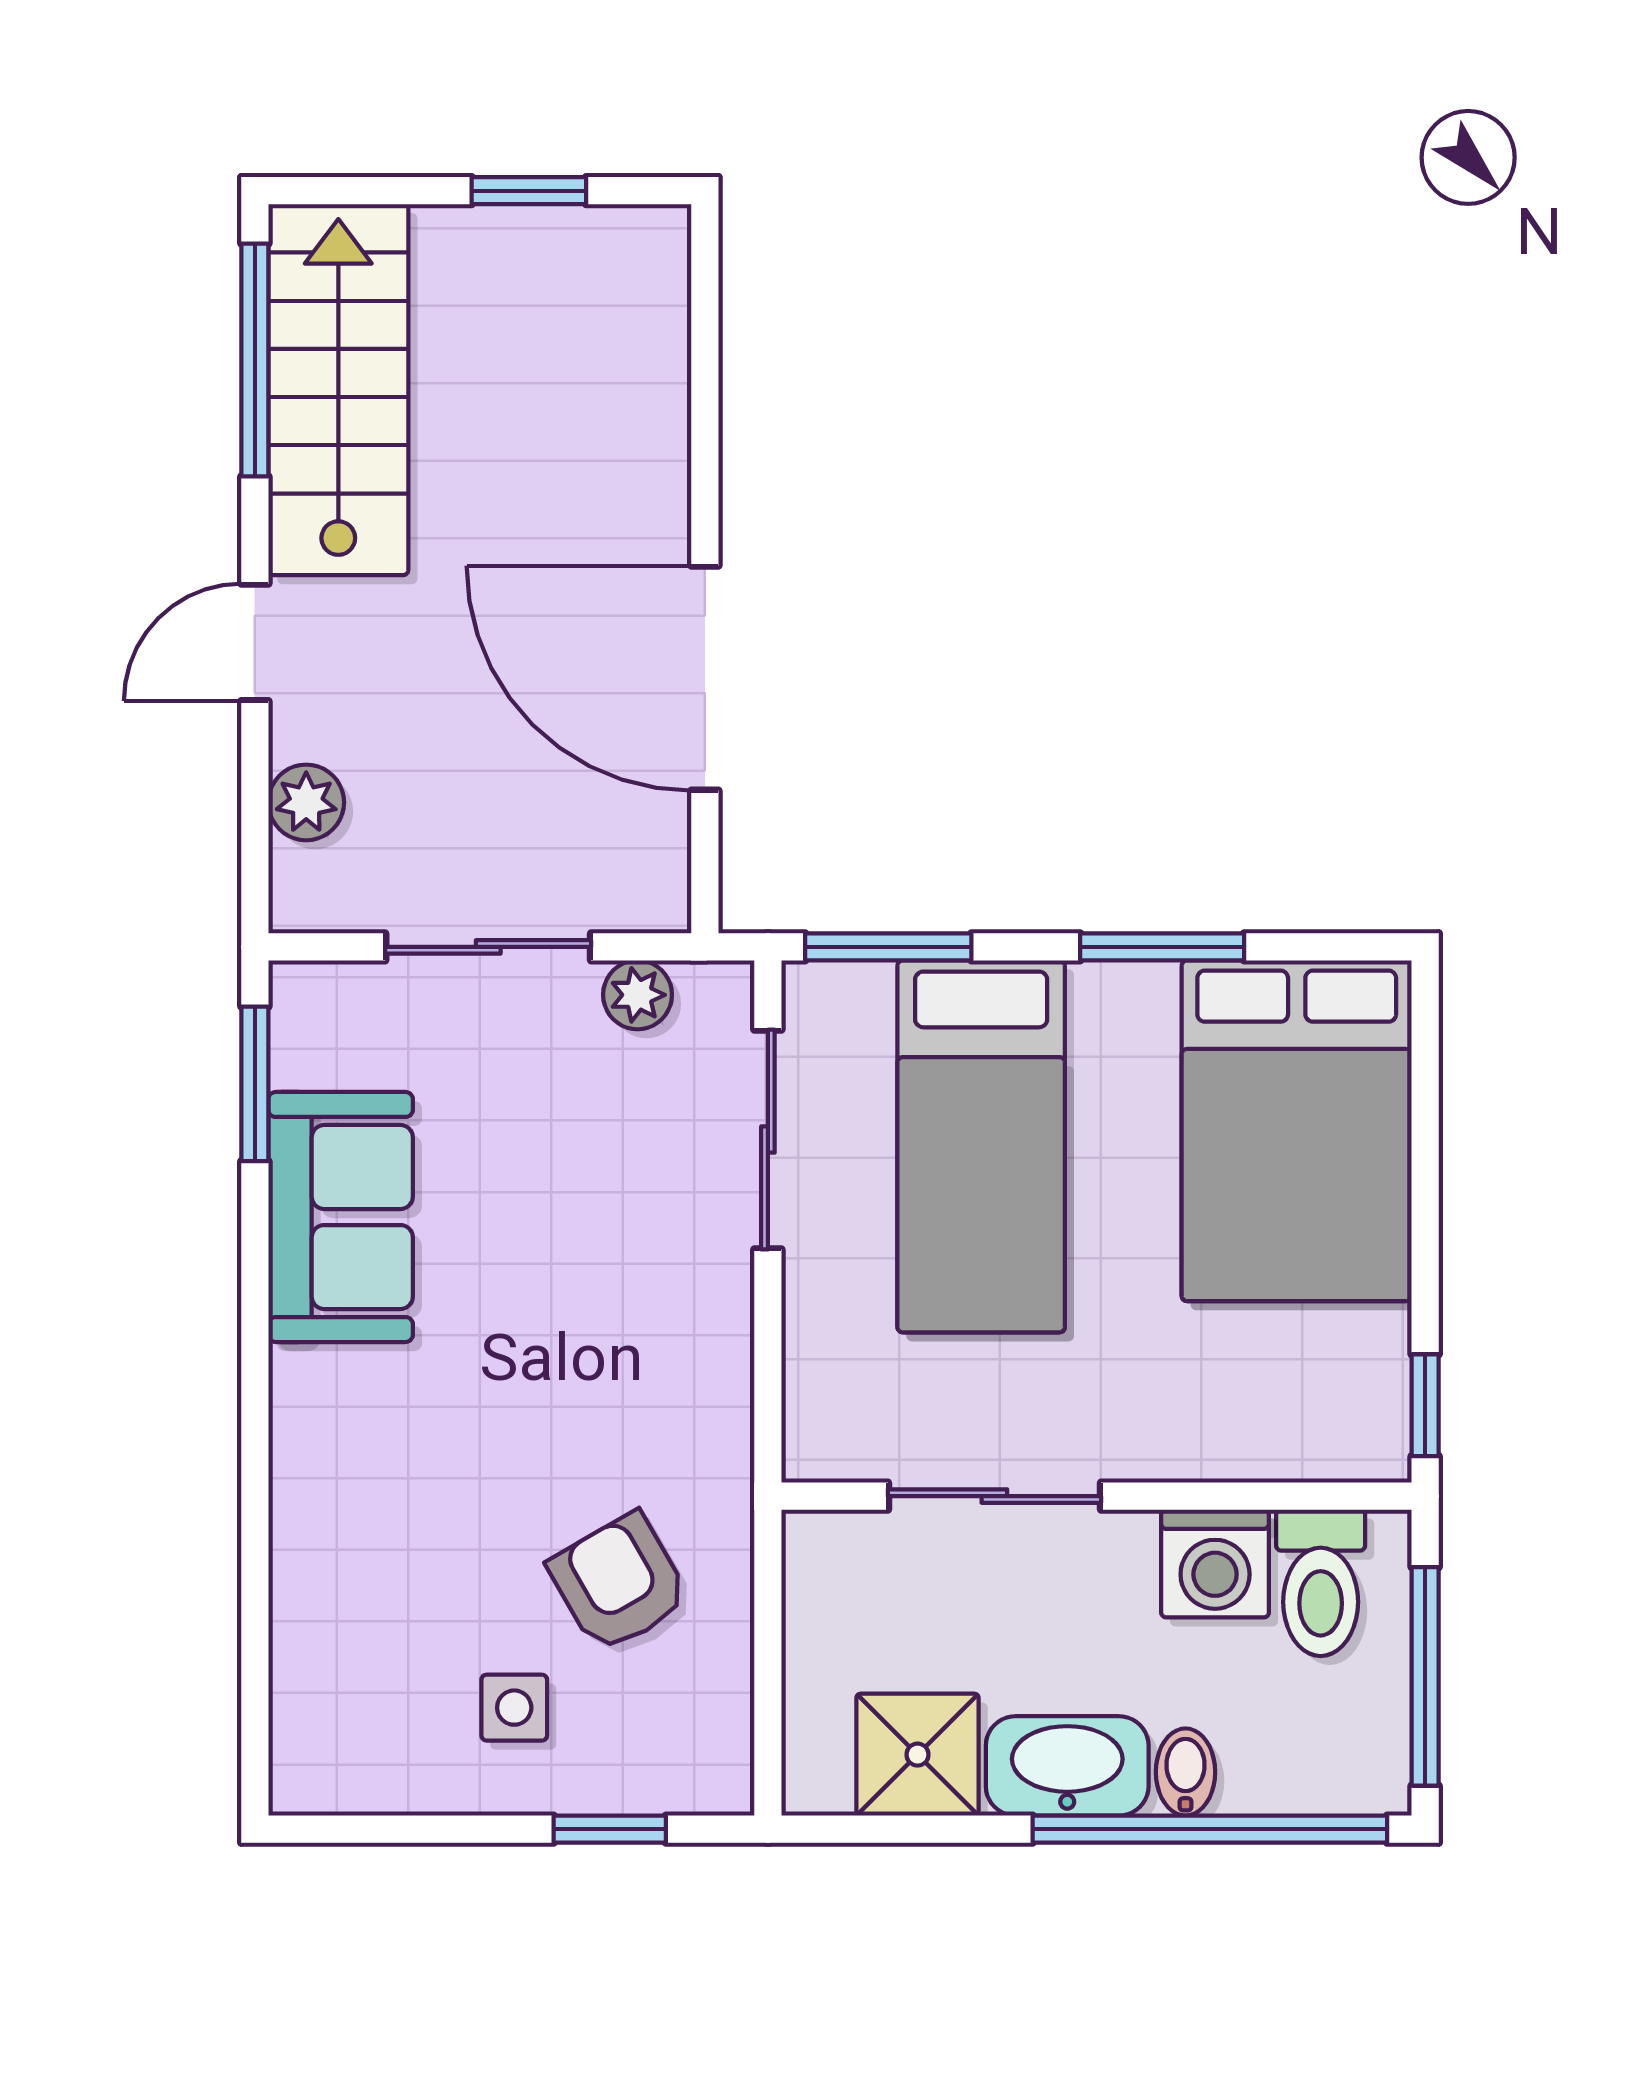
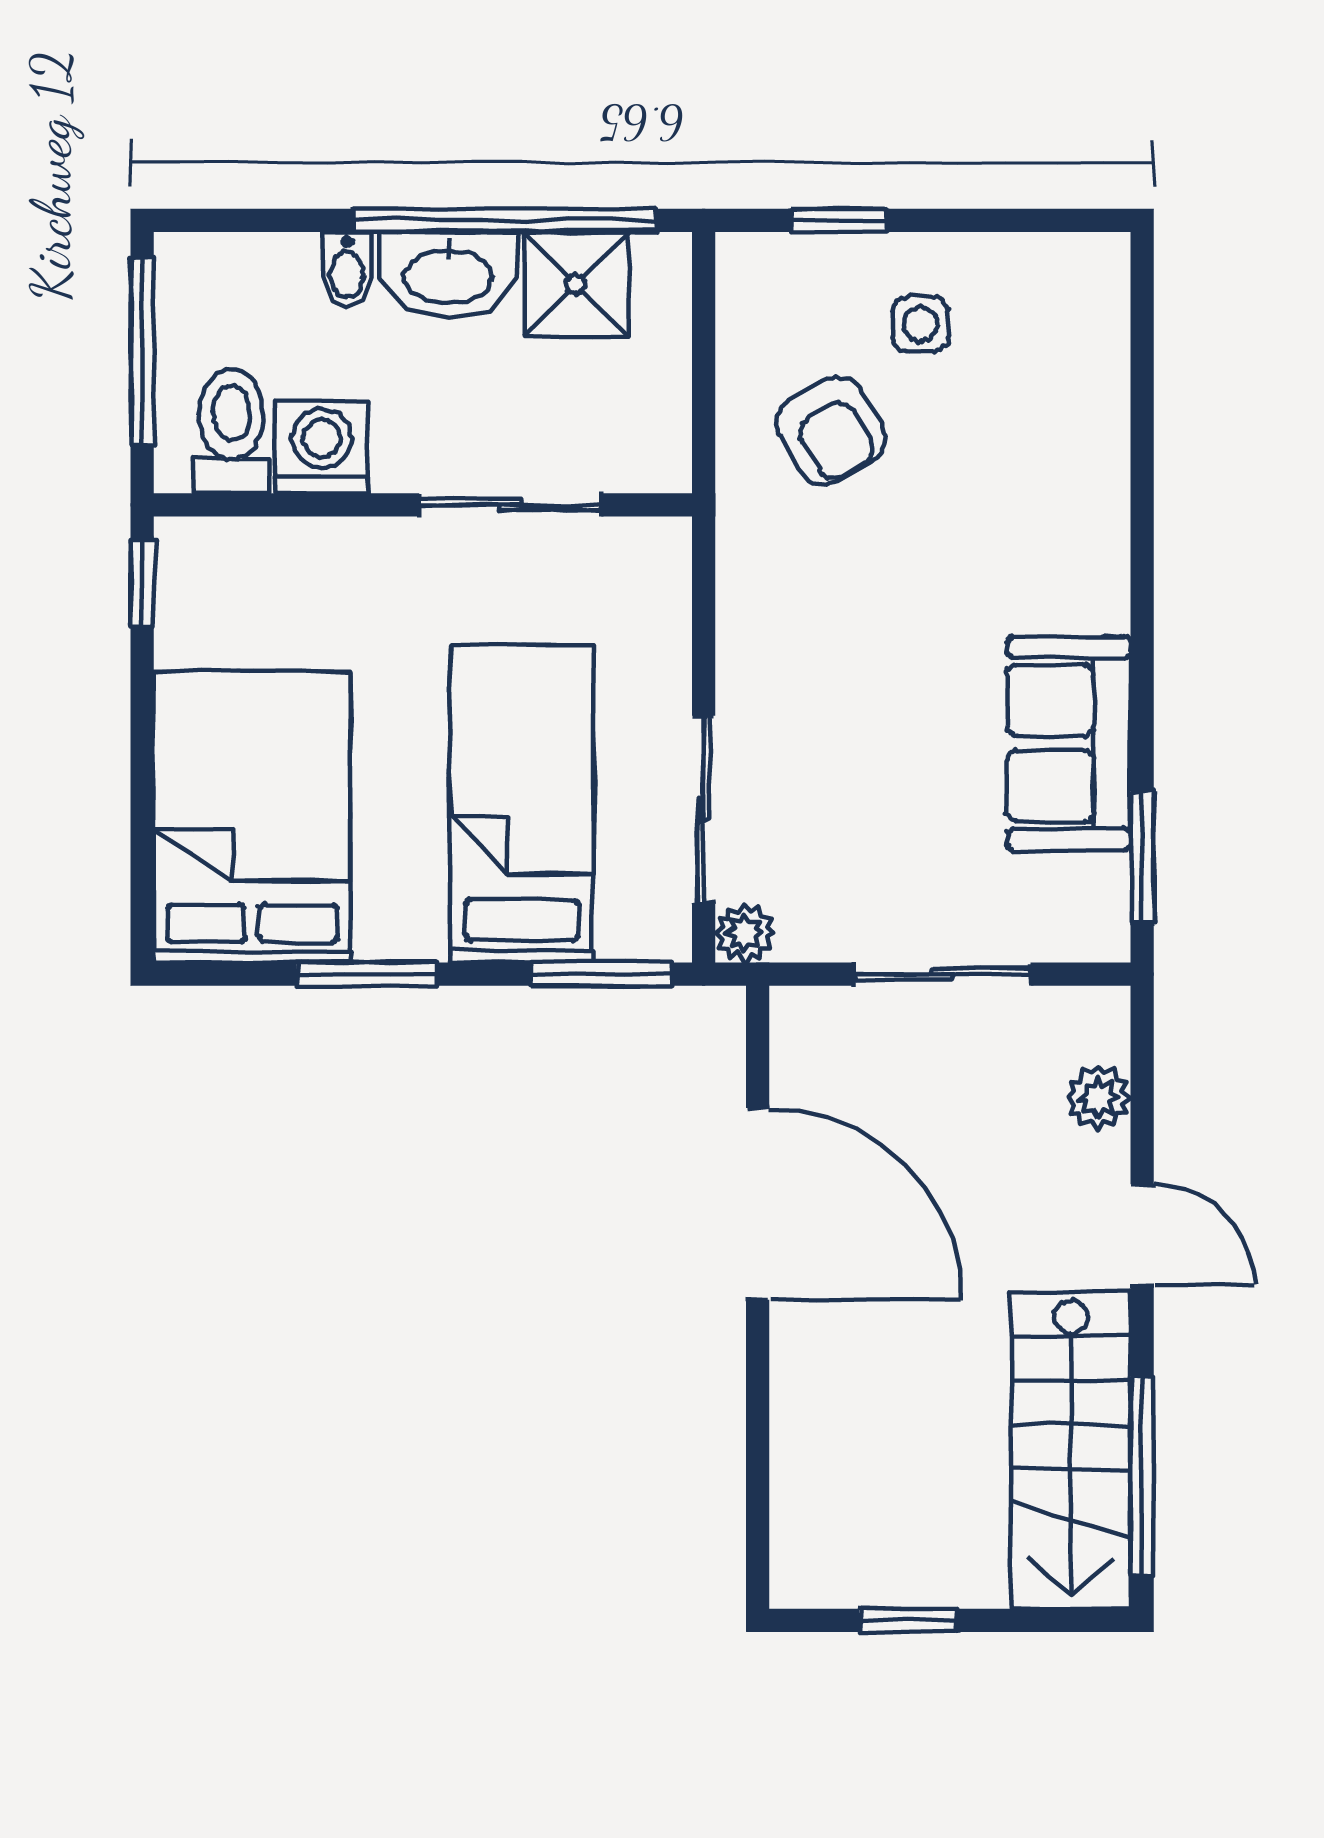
door: (255, 642) -> (1142, 1234), hinge flipped
plant: (638, 995) -> (745, 933), moved
window: (1210, 1829) -> (505, 220), moved

